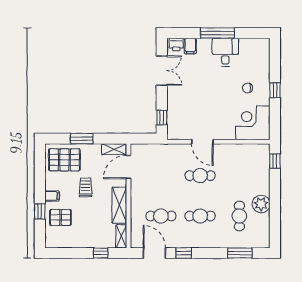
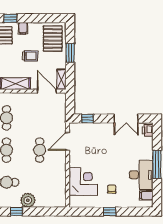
filing cabinet: (190, 46) -> (146, 195), moved
desk: (225, 52) -> (141, 175), width x1.37
corner desk: (253, 123) -> (83, 181), moved
door: (202, 142) -> (68, 141), moved
window: (275, 161) -> (16, 212), moved
plant: (261, 204) -> (28, 200), moved

